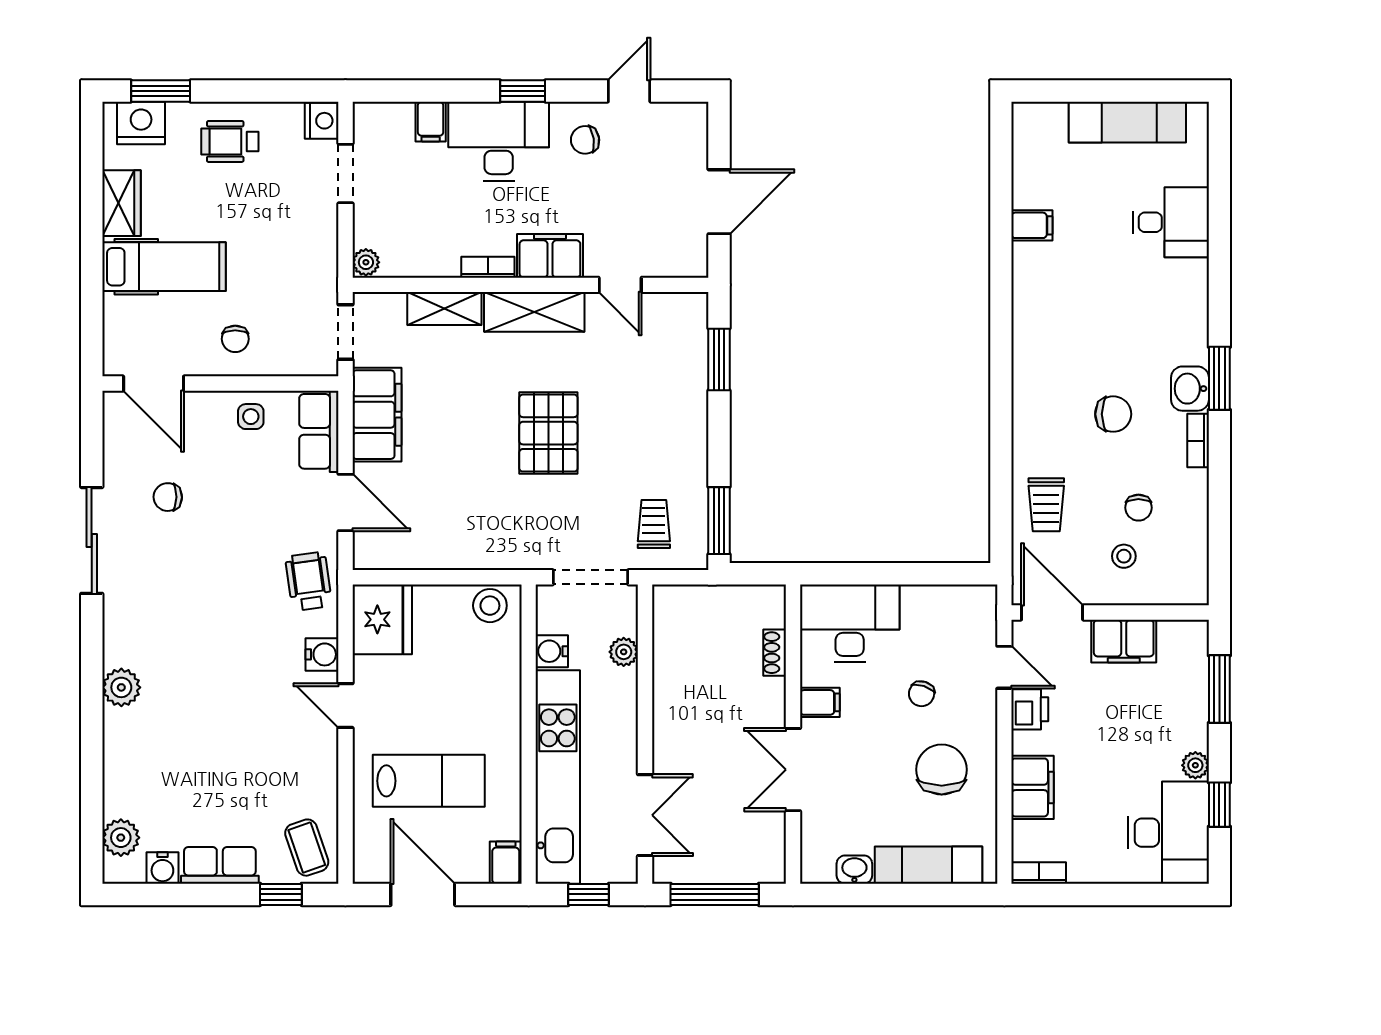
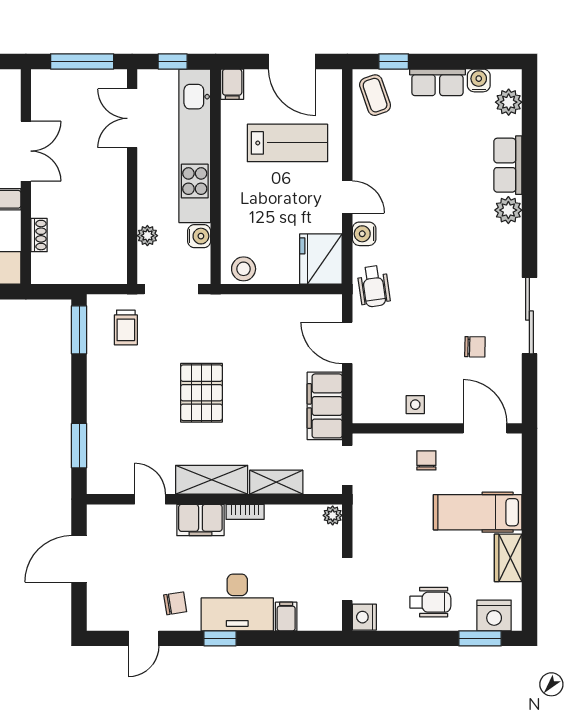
row of seats: (319, 431) -> (508, 165), moved, turned 180
lab bench: (429, 781) -> (287, 143), turned 180

